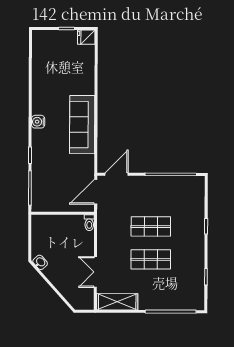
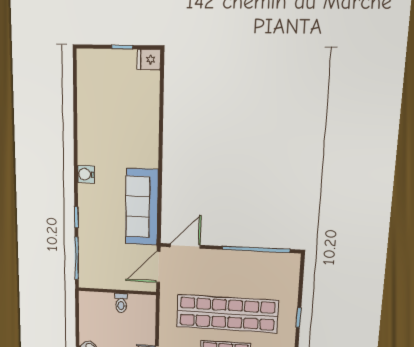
sofa: (82, 125) -> (142, 207), moved
toilet: (89, 223) -> (121, 303), moved
shop shelf: (151, 226) -> (227, 314), width x2.00, depth x1.36

